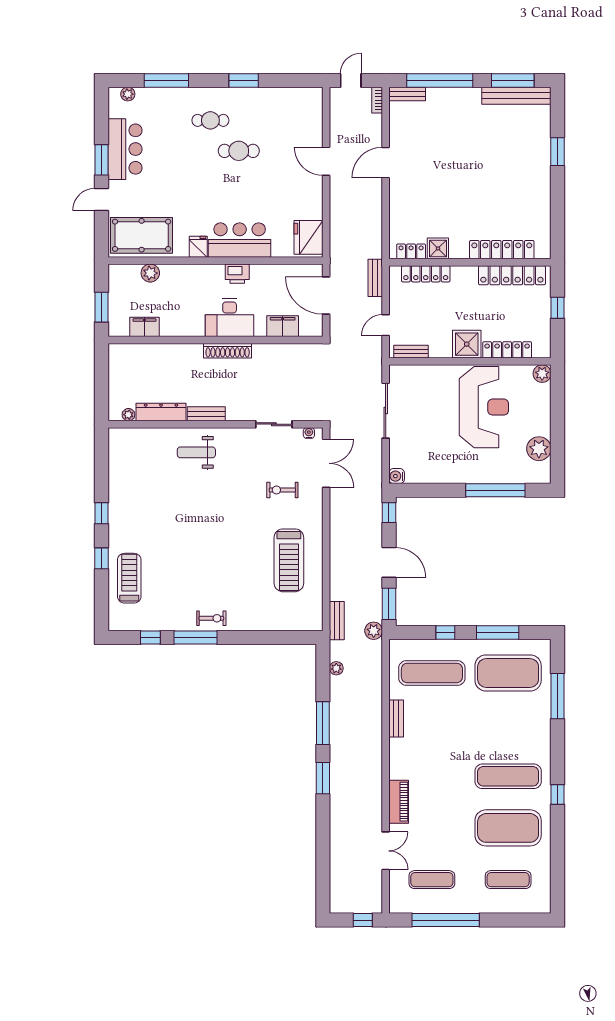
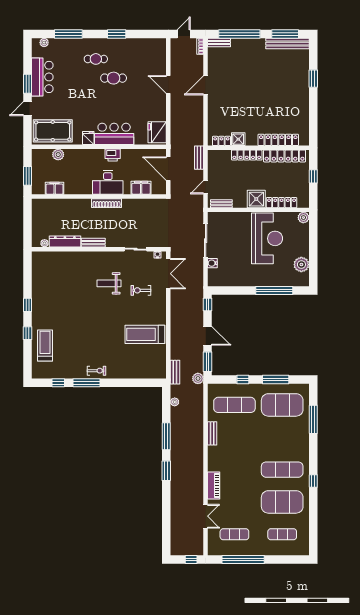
locker: (426, 274) -> (247, 155), moved
weight bench: (196, 452) -> (109, 283), moved
water cooler: (397, 476) -> (212, 263), moved
treadmill: (289, 560) -> (145, 334), turned 90

